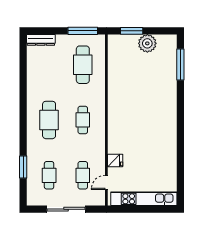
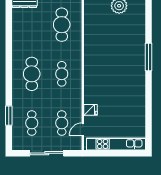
window: (180, 64) -> (148, 57), moved

